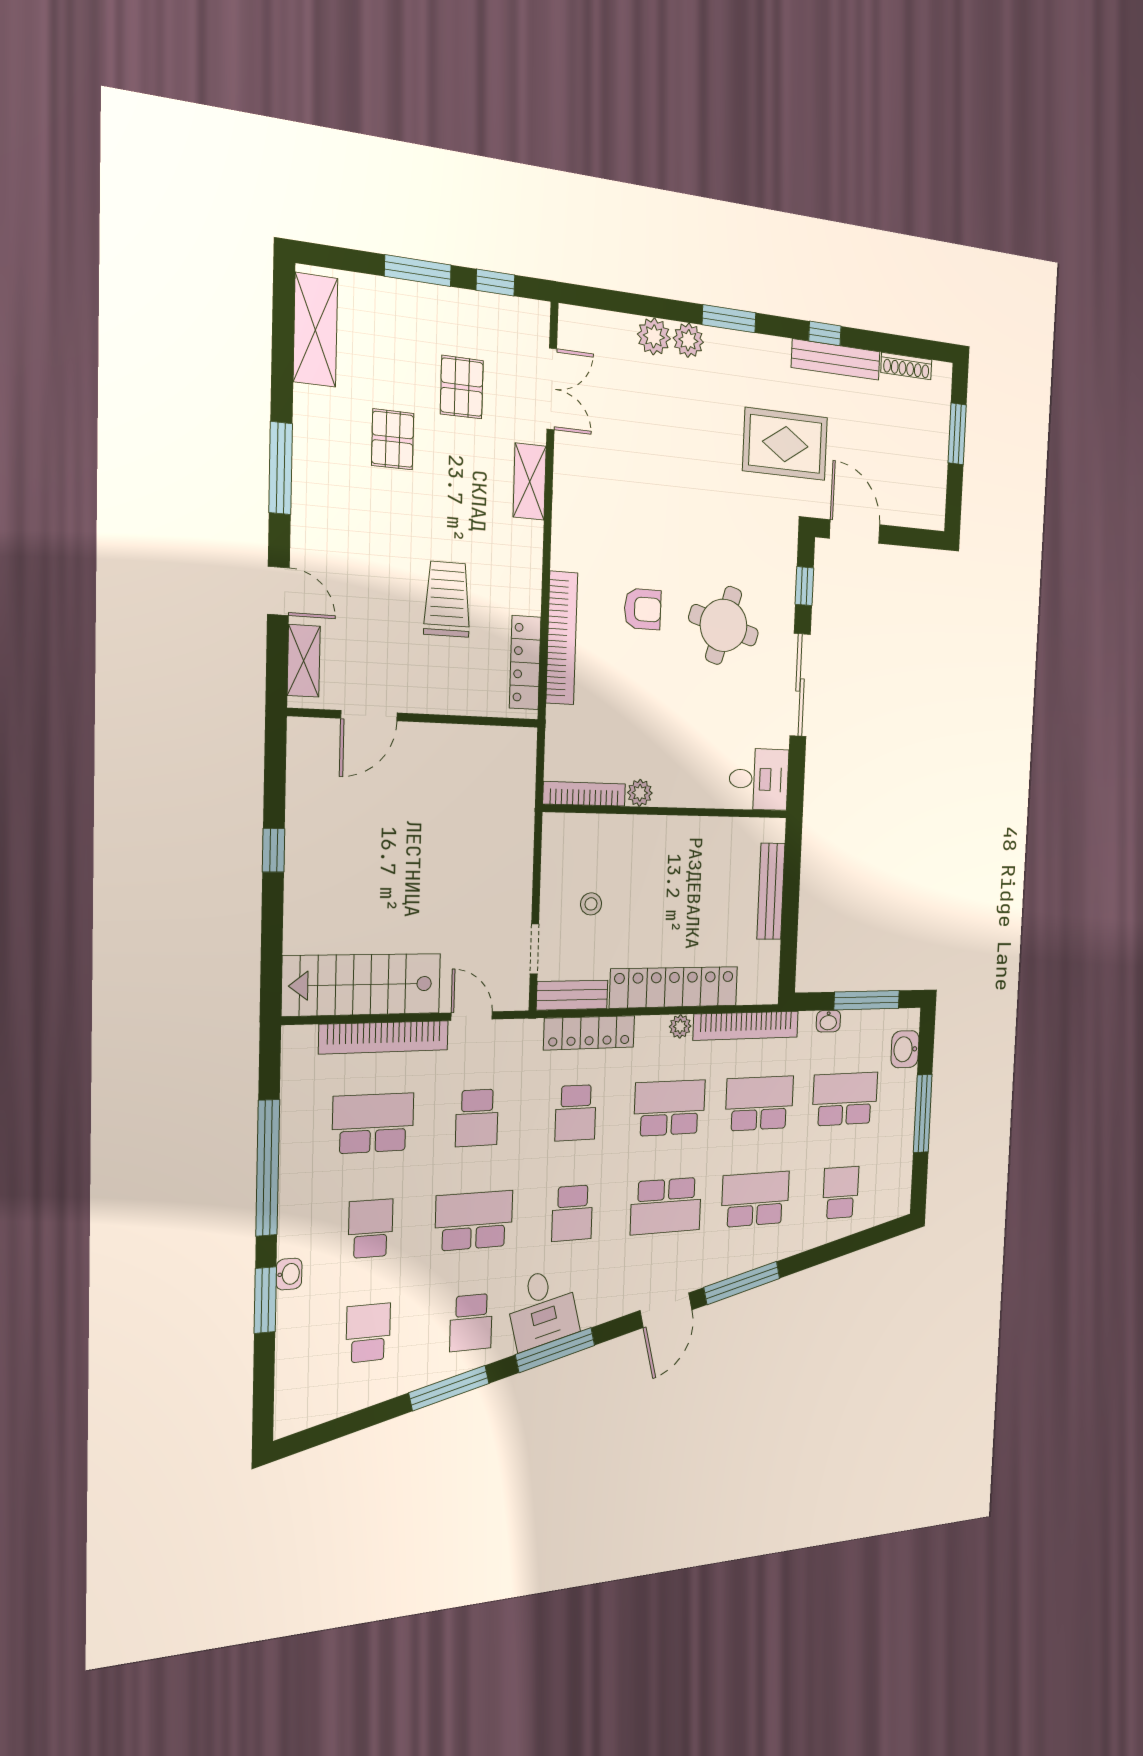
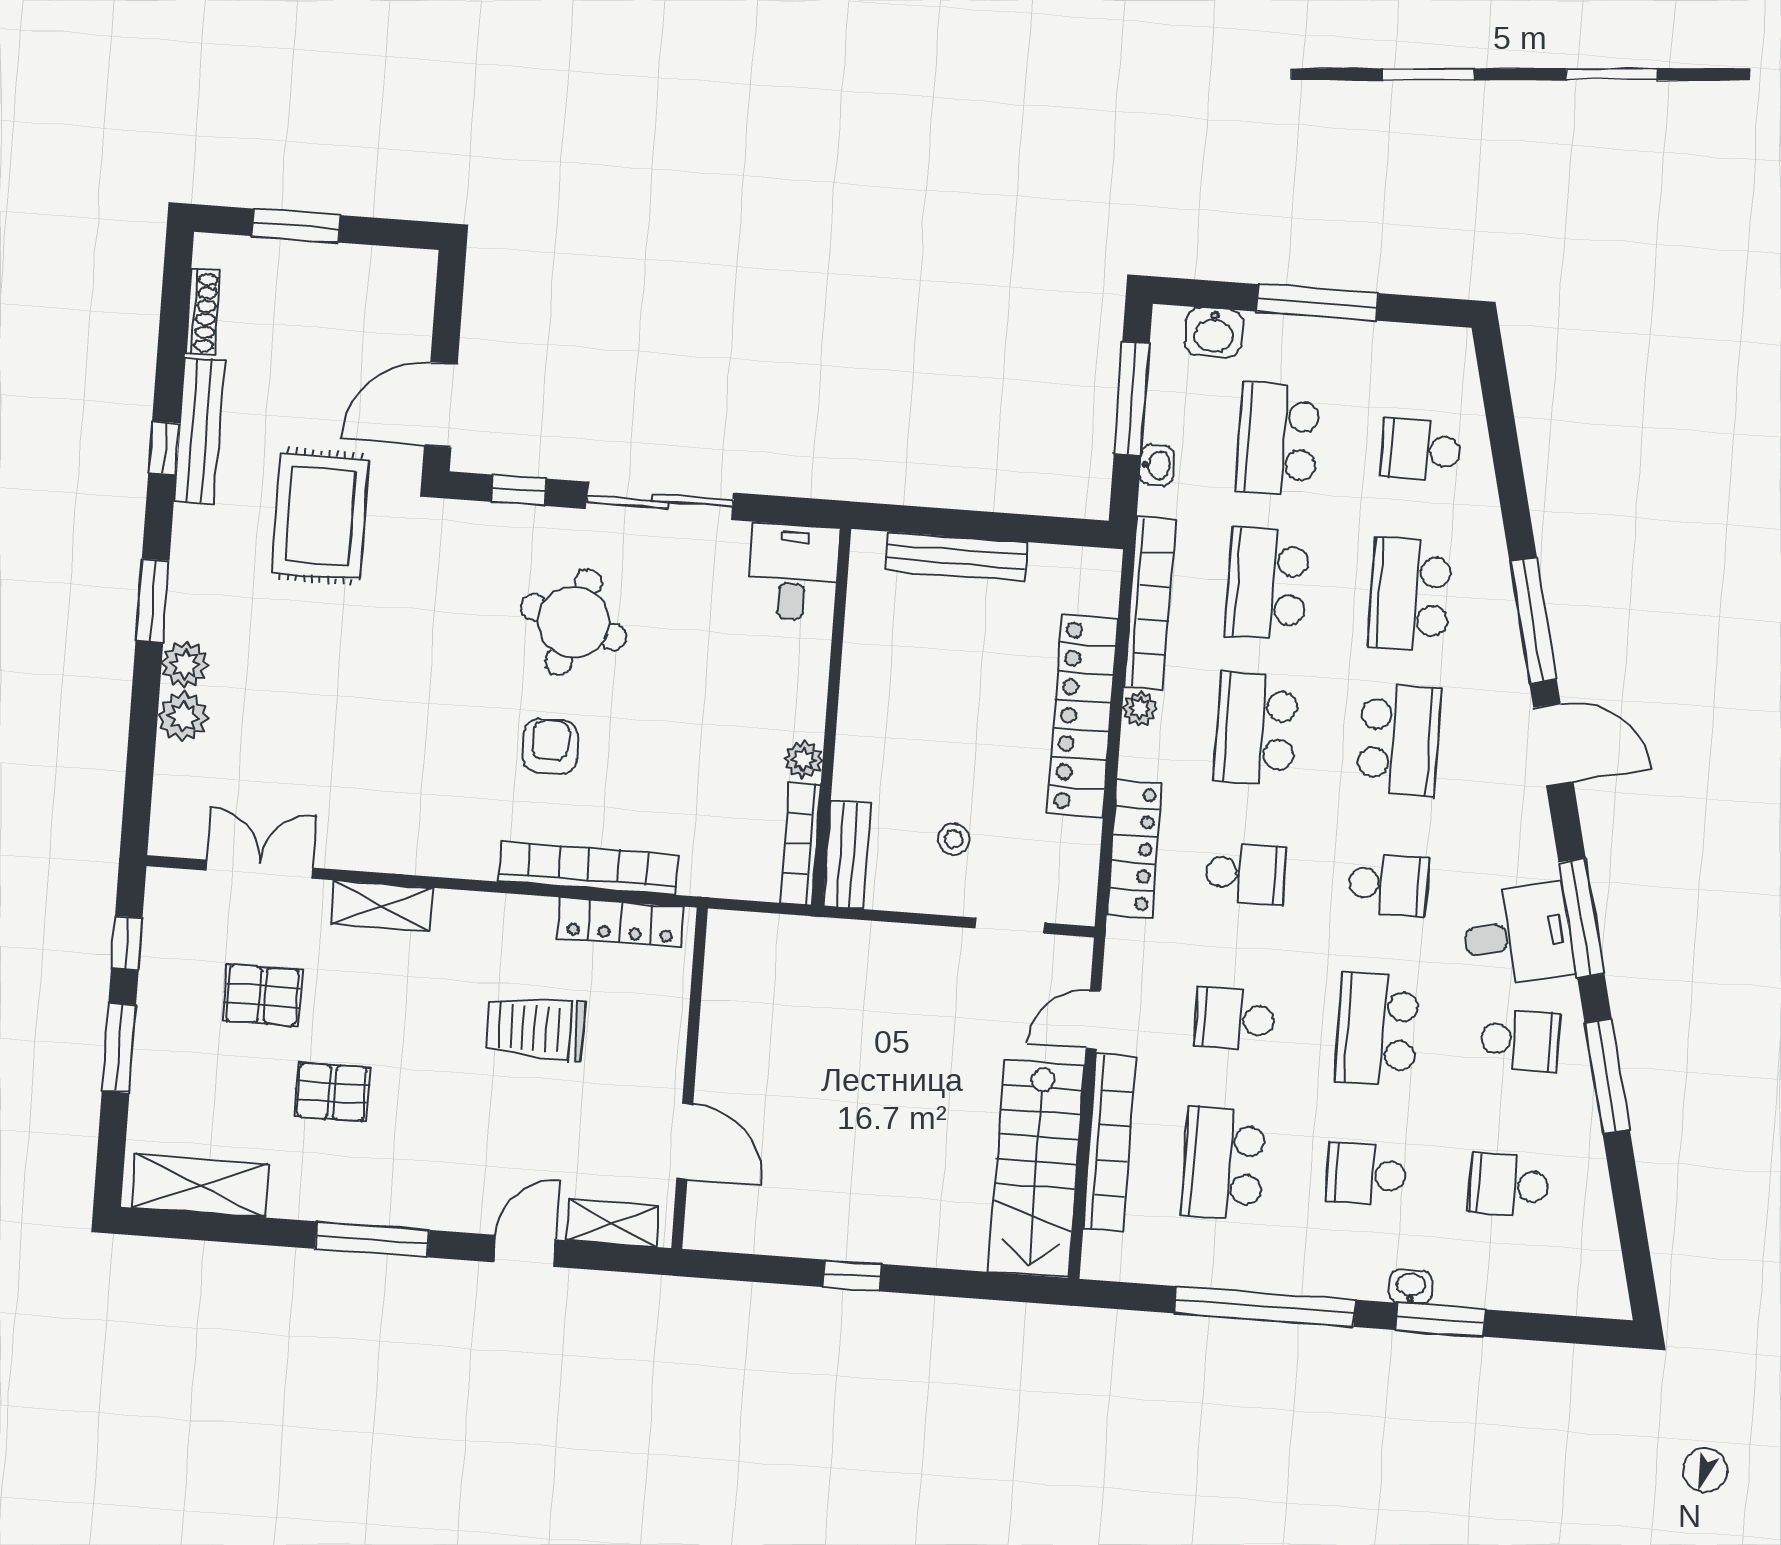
bench: (572, 995) -> (847, 855), moved
school desk: (477, 1118) -> (1234, 1019), turned 180

